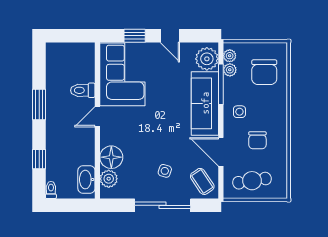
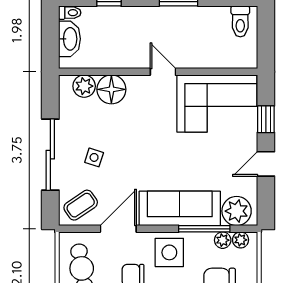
toilet: (83, 90) -> (240, 21), moved, turned 180
side table: (239, 112) -> (169, 252), width x1.87, depth x1.87
washbasin: (86, 180) -> (69, 39), moved, turned 90

